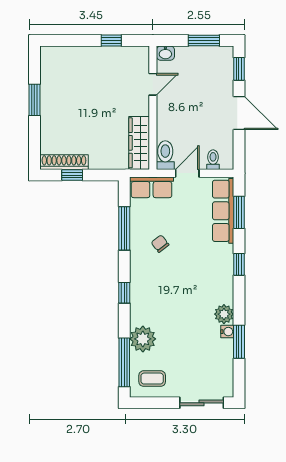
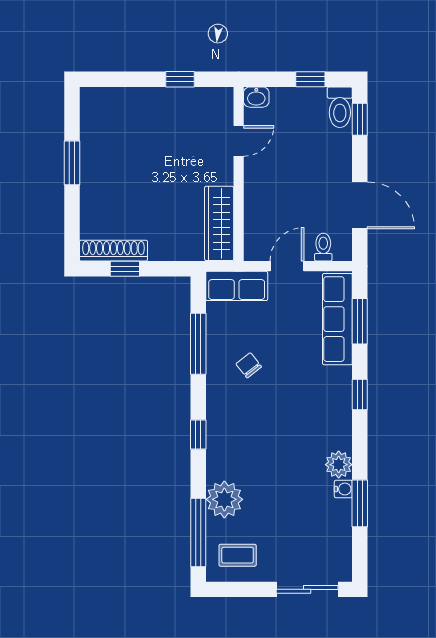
window: (204, 40) -> (310, 79), width x0.67
door: (239, 113) -> (360, 205), moved
toilet: (165, 155) -> (340, 107), moved, turned 180

